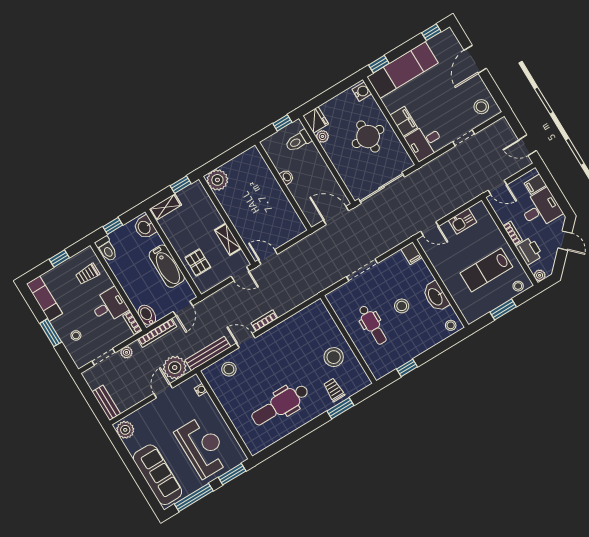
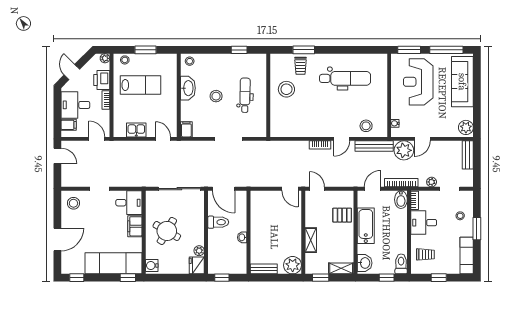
round table: (368, 137) -> (167, 231), turned 30
toilet: (298, 141) -> (218, 222), moved
bench: (245, 158) -> (264, 269), added
shelving: (228, 239) -> (311, 240), moved
pallet: (198, 262) -> (342, 215), turned 90
door: (246, 341) -> (342, 139), hinge flipped

